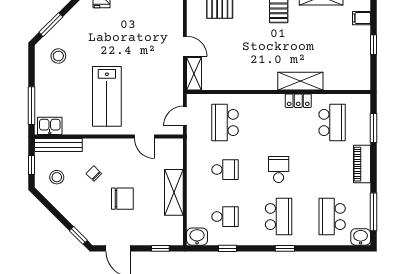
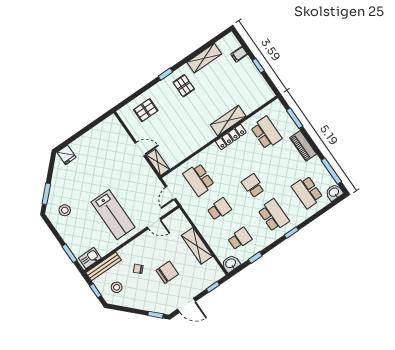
locker: (298, 101) -> (231, 137), width x1.53
window: (32, 106) -> (70, 253), width x0.69

